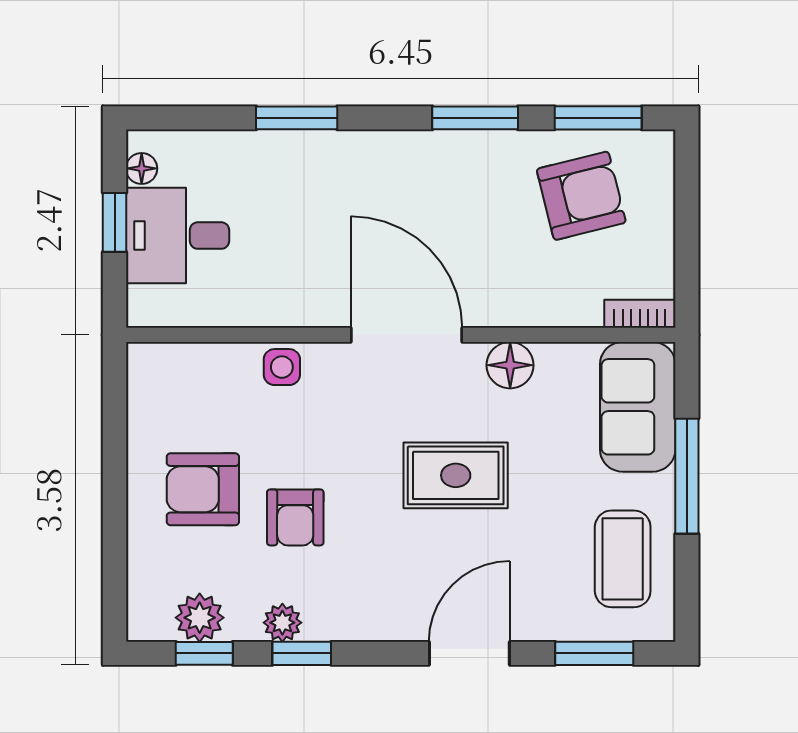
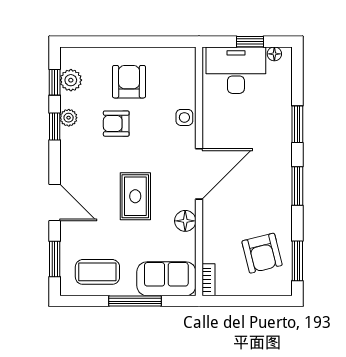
window: (475, 118) -> (297, 186), moved
desk: (178, 236) -> (236, 70), width x1.37

